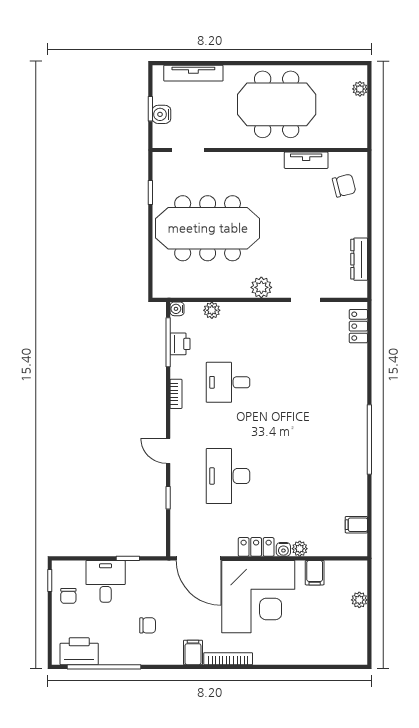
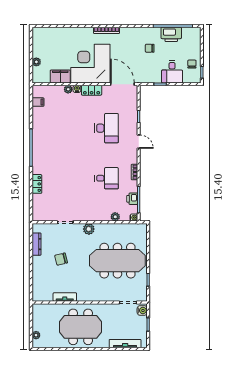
water cooler: (161, 114) -> (142, 310), moved
chair: (344, 186) -> (61, 259), moved
locker: (358, 326) -> (37, 184), moved
filing cabinet: (315, 573) -> (60, 76), width x2.00
printer: (79, 651) -> (171, 34), moved
filing cabinet: (193, 652) -> (125, 34), removed

